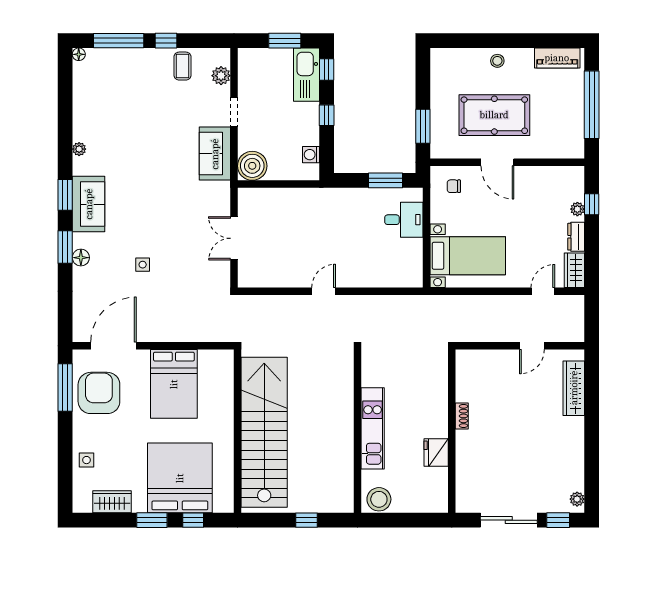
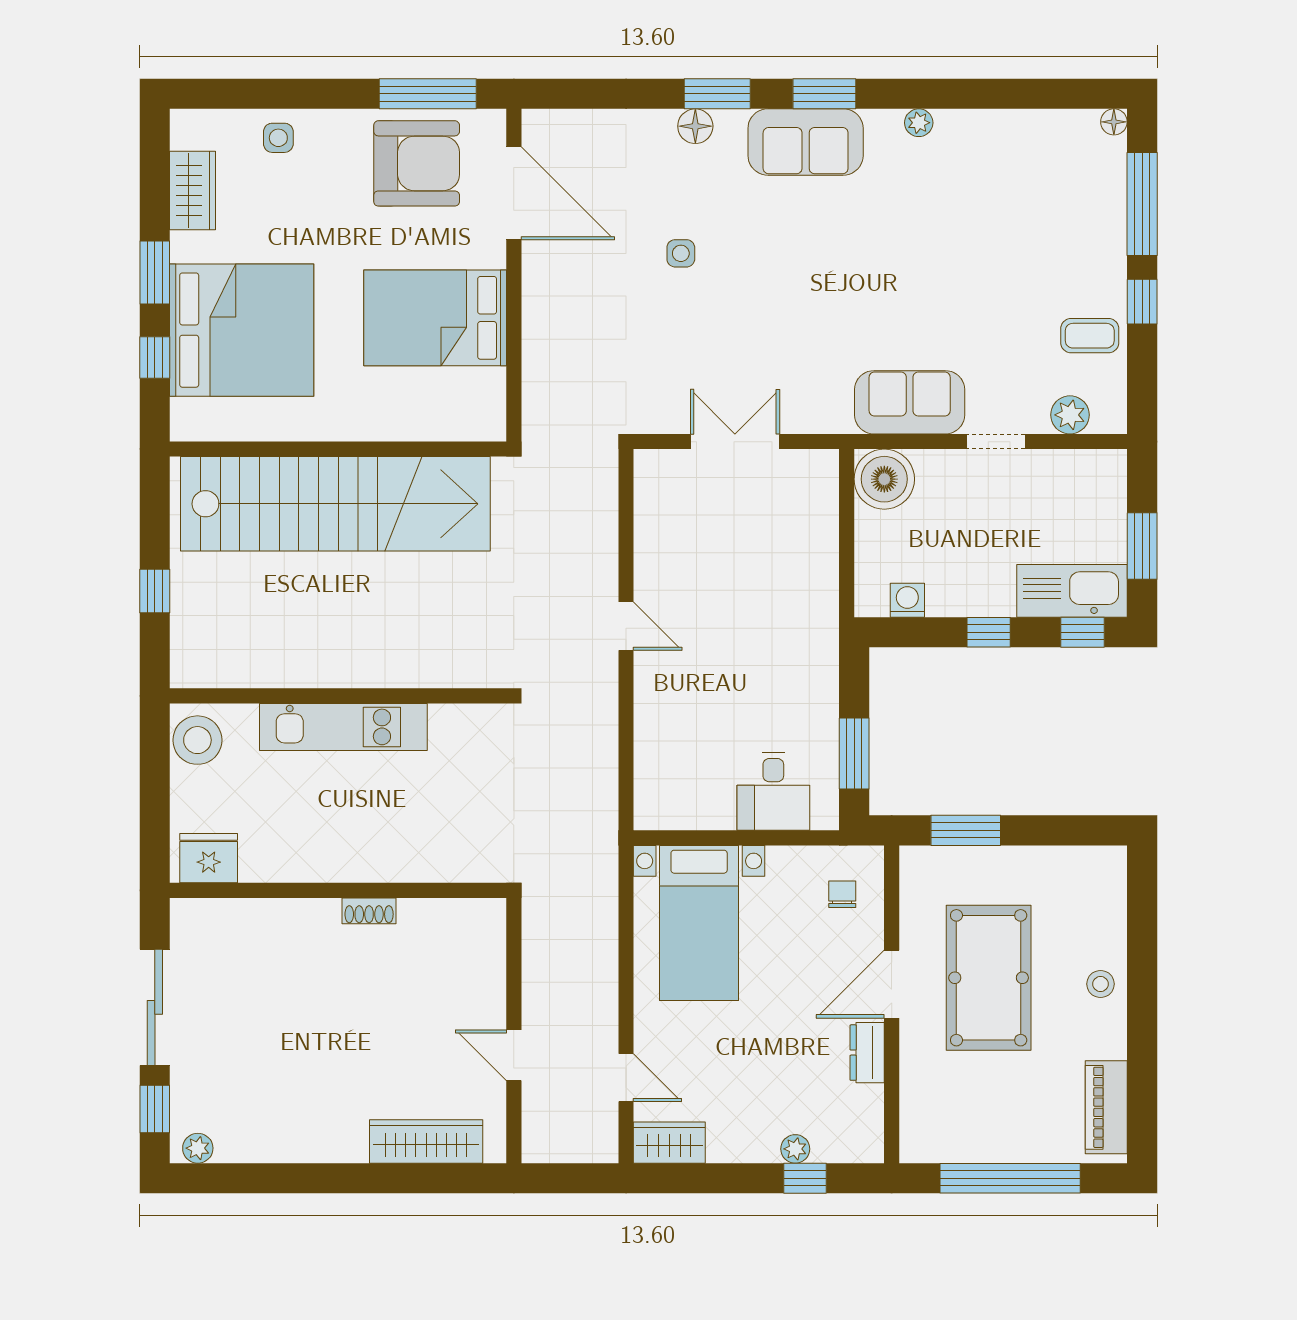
dresser: (576, 237) -> (867, 1053), moved, turned -90
fridge: (436, 453) -> (209, 858), moved

